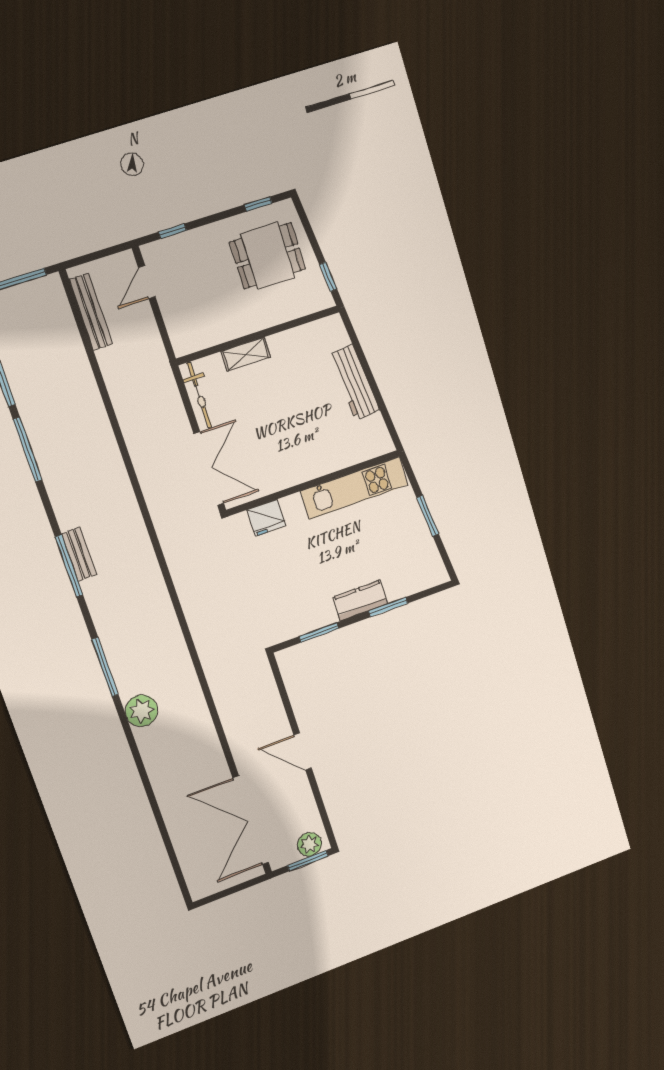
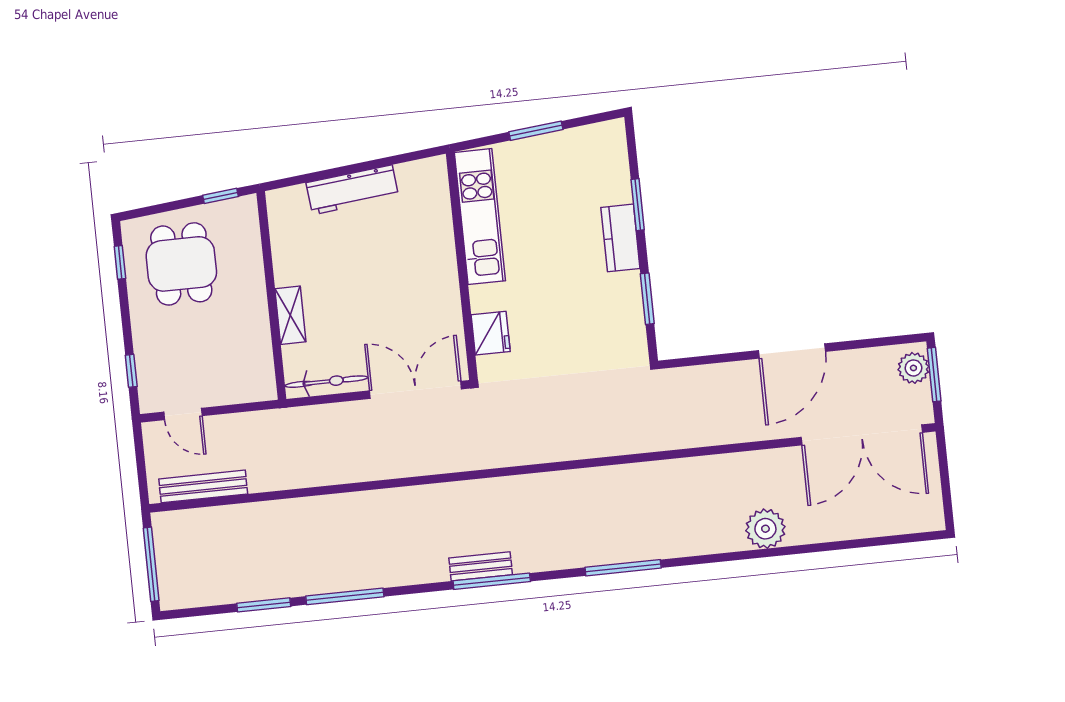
plant: (142, 711) -> (765, 529), moved
door: (303, 751) -> (792, 351), width x1.36

